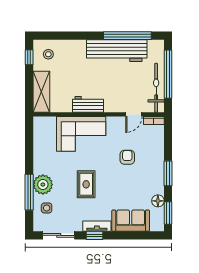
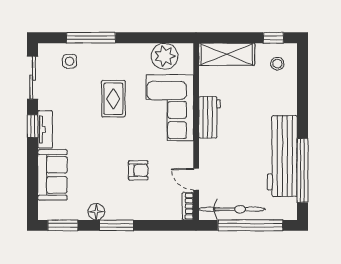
rug: (86, 184) -> (113, 99), moved, turned 90
plant: (43, 185) -> (165, 56), moved
floor lamp: (158, 201) -> (96, 212), moved

